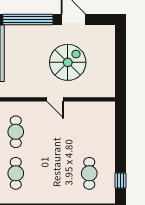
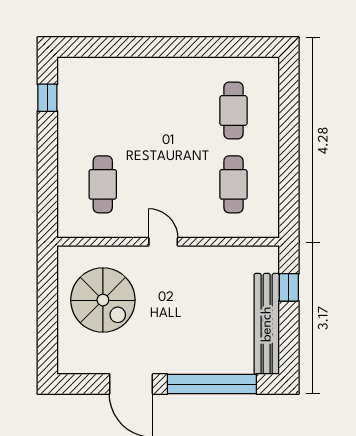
spiral stairs: (68, 62) -> (103, 300), moved, turned -90
cafe table: (89, 173) -> (103, 184), moved

